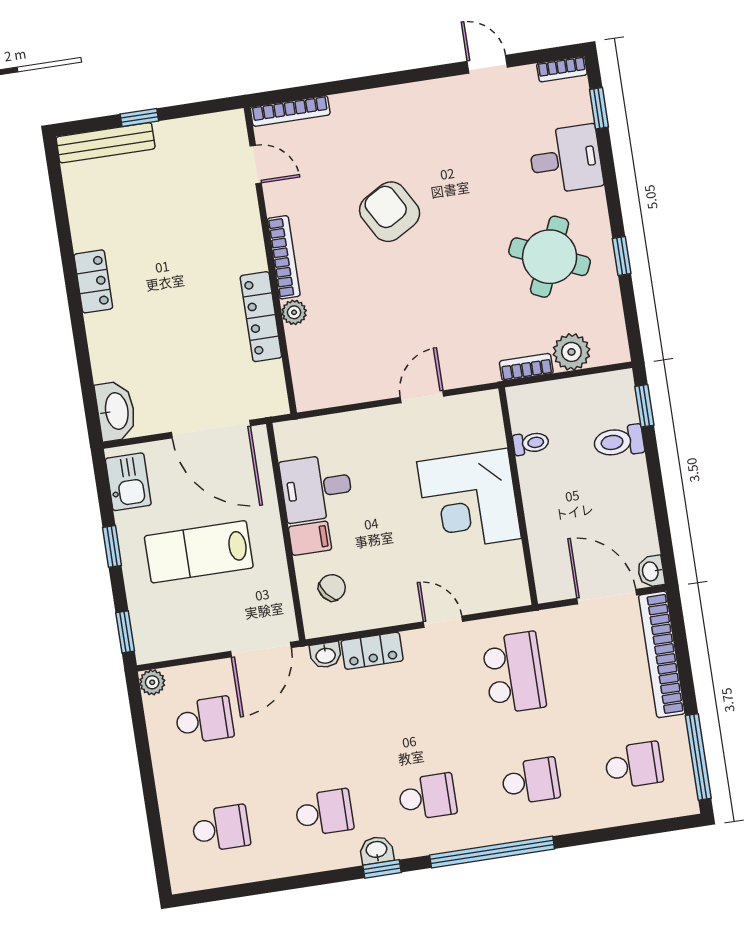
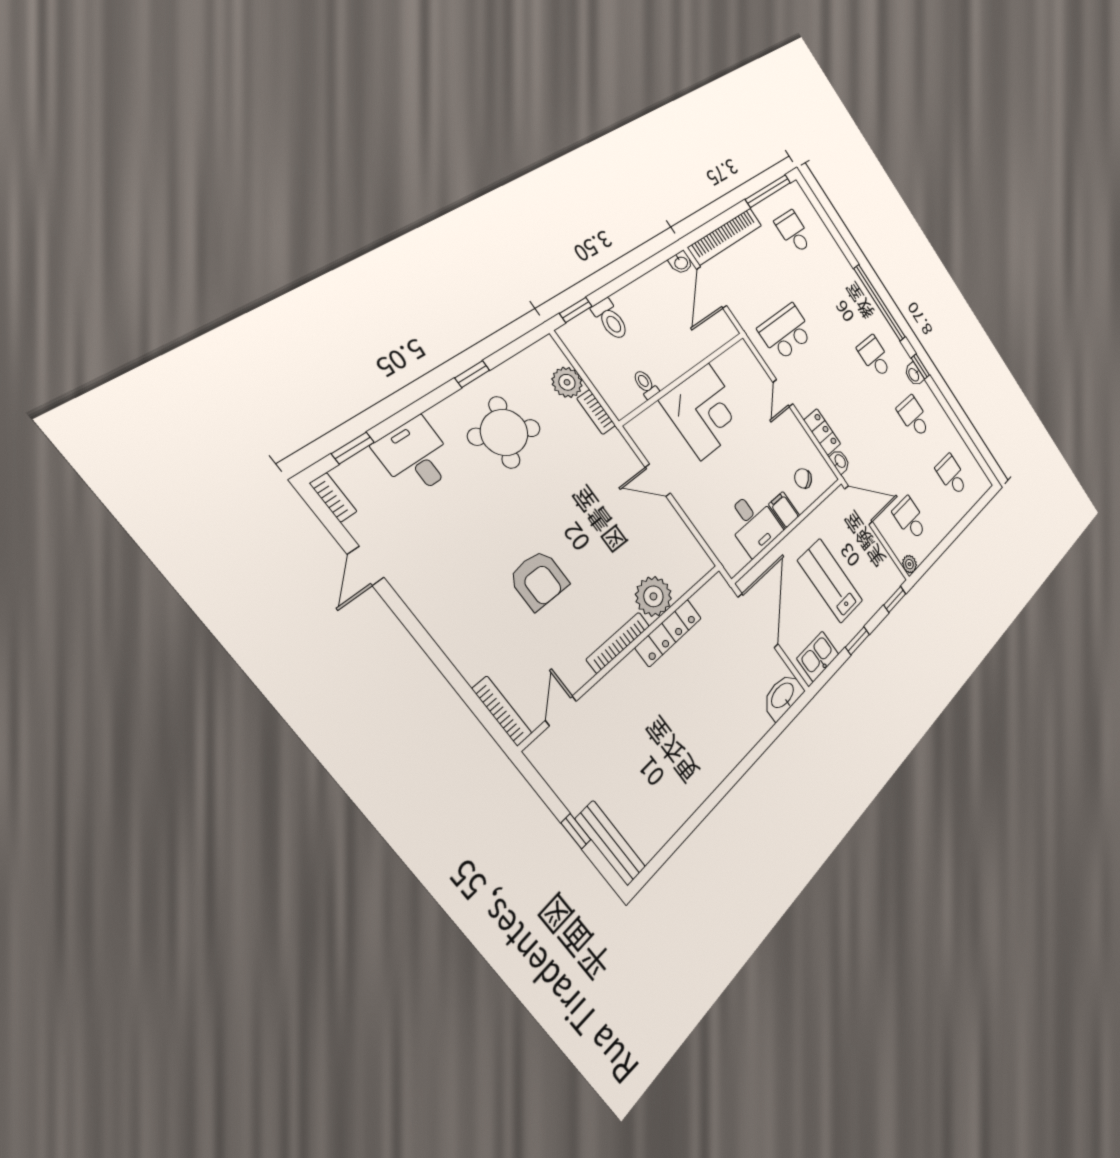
armchair: (390, 212) -> (539, 580), turned -60
locker: (93, 281) -> (712, 775), removed
plant: (294, 312) -> (653, 596), width x1.88, depth x1.88
lab bench: (199, 552) -> (830, 581), turned 180
school desk: (531, 781) -> (835, 295), removed

